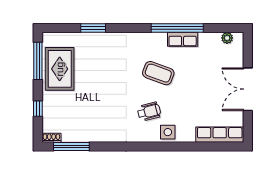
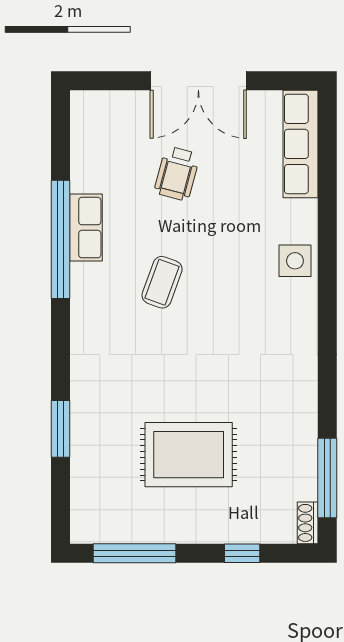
plant: (227, 38) -> (83, 127), removed
rug: (60, 69) -> (189, 455), moved
coffee table: (158, 73) -> (162, 282), width x0.73, depth x0.77
wheelchair: (149, 112) -> (177, 174), moved, turned -151

